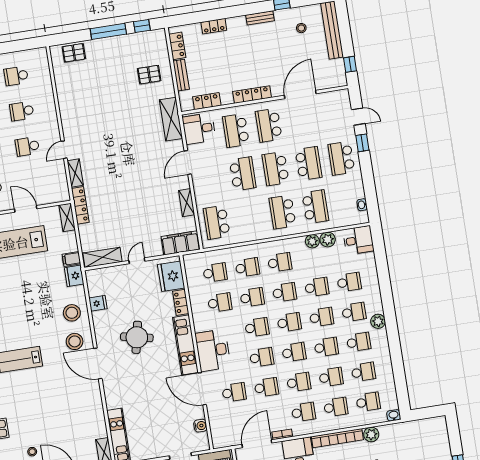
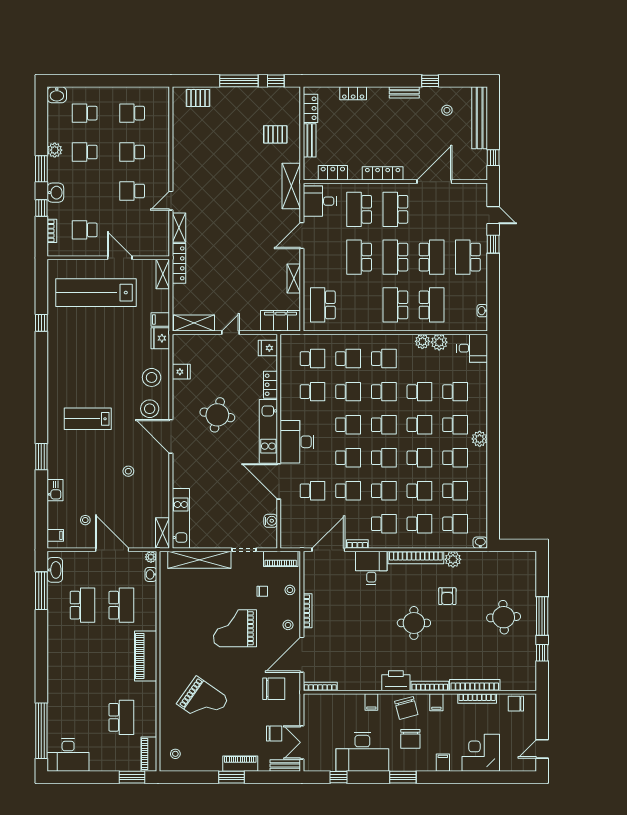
school desk: (243, 174) -> (359, 257), turned 180
fridge: (171, 276) -> (268, 348), width x0.53, depth x0.75
stool: (64, 401) -> (128, 471), added

